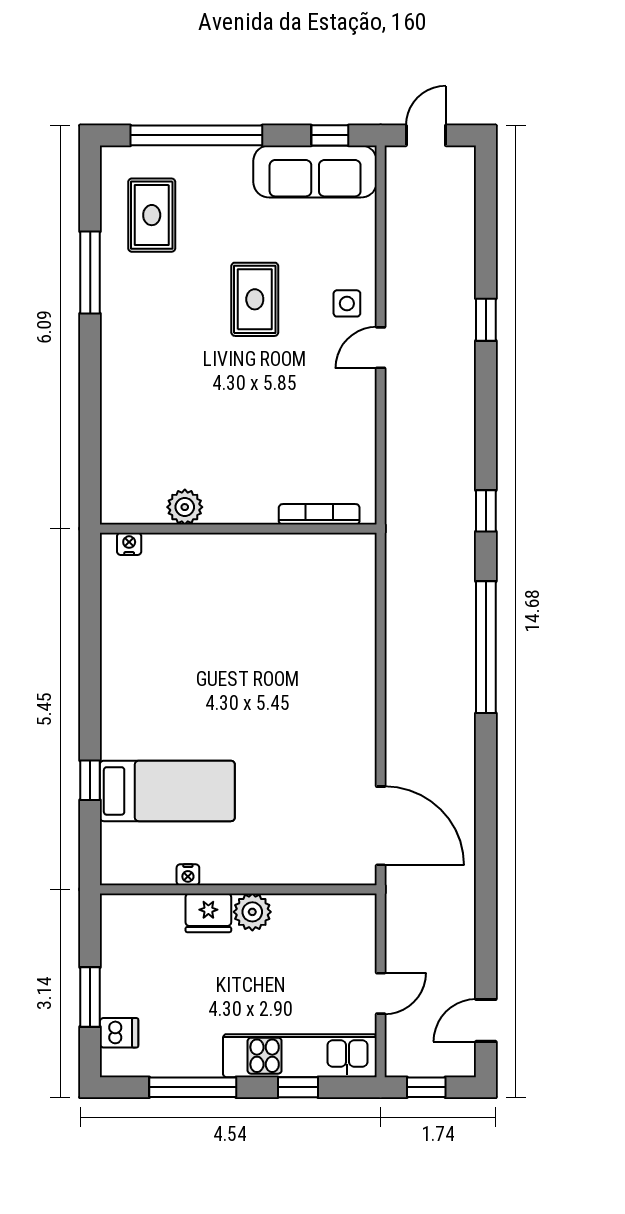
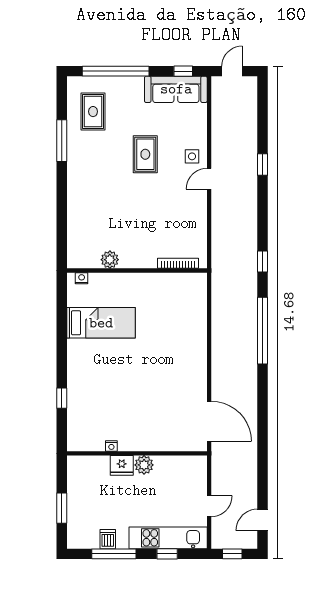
bed: (167, 791) -> (101, 323), moved
dishwasher: (119, 1033) -> (108, 539), moved, turned -90

